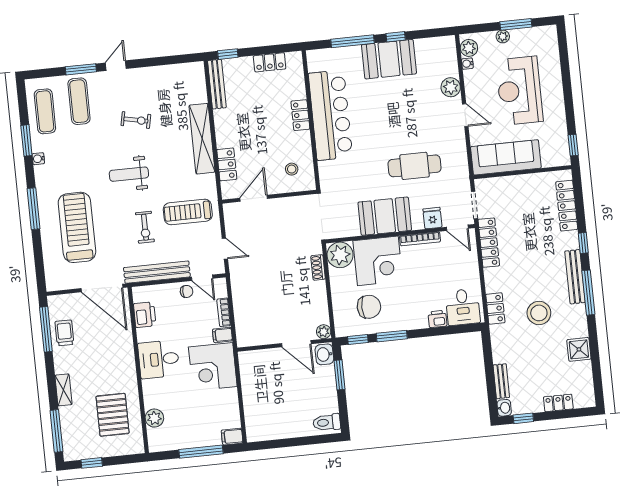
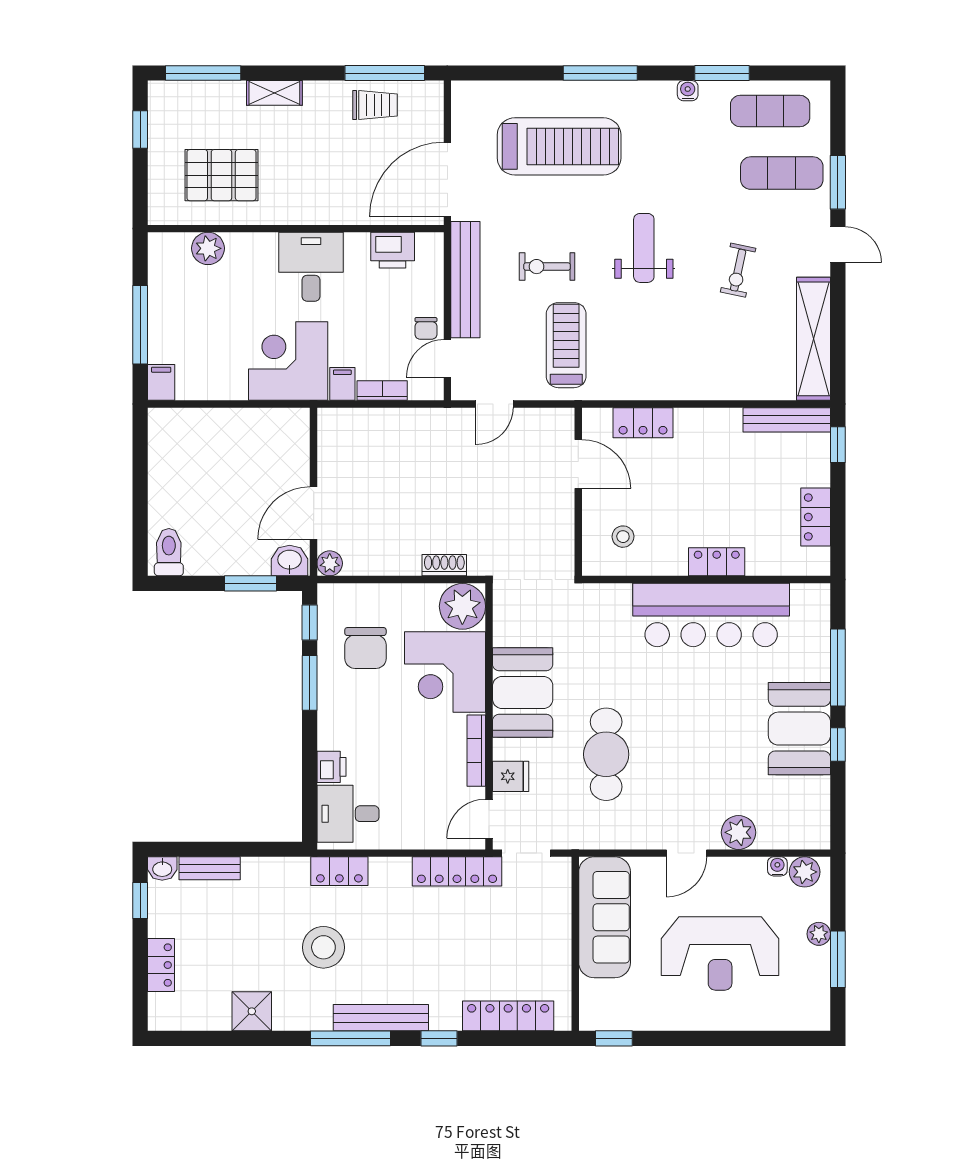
reception desk: (519, 91) -> (720, 953), turned 180
shelving: (202, 139) -> (814, 339), moved, turned 90

